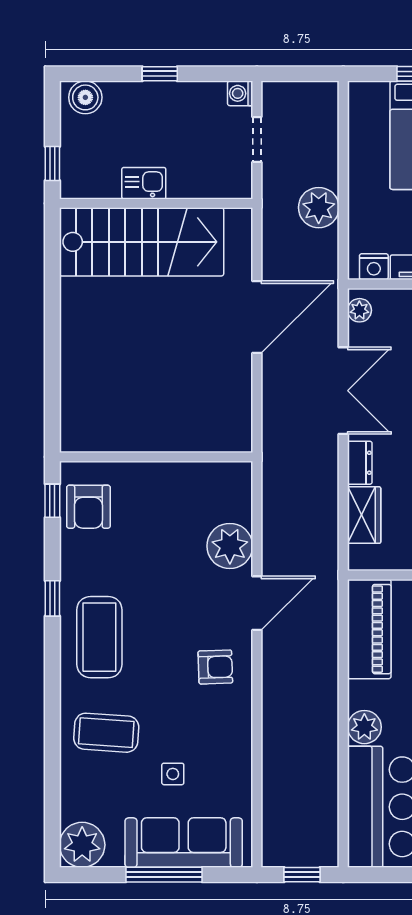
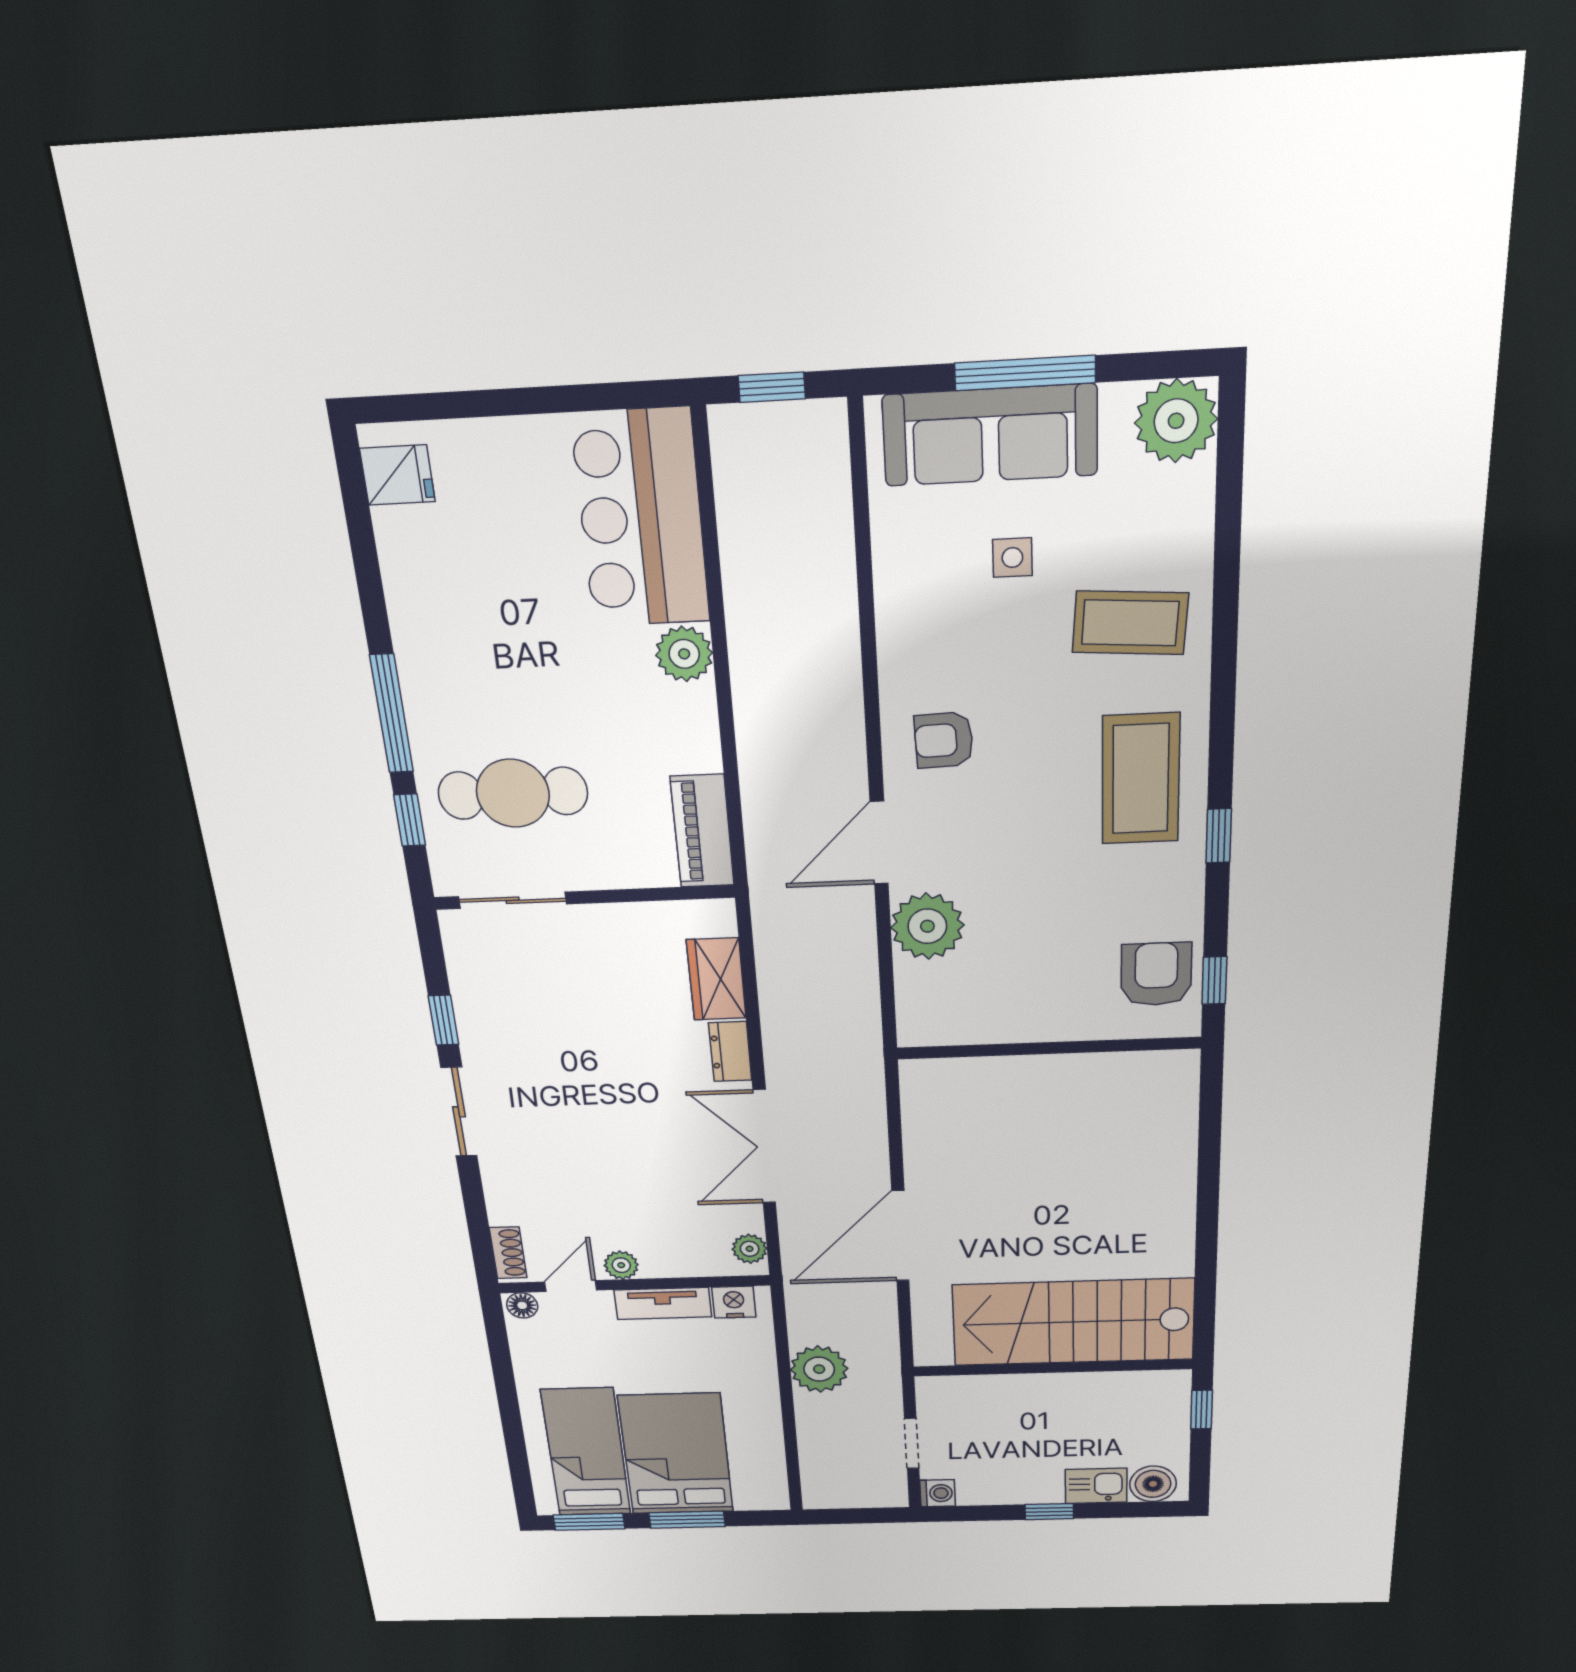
kitchen sink: (144, 183) -> (1096, 1486), moved, turned 180
piano: (369, 629) -> (702, 831), width x0.73, depth x0.75

